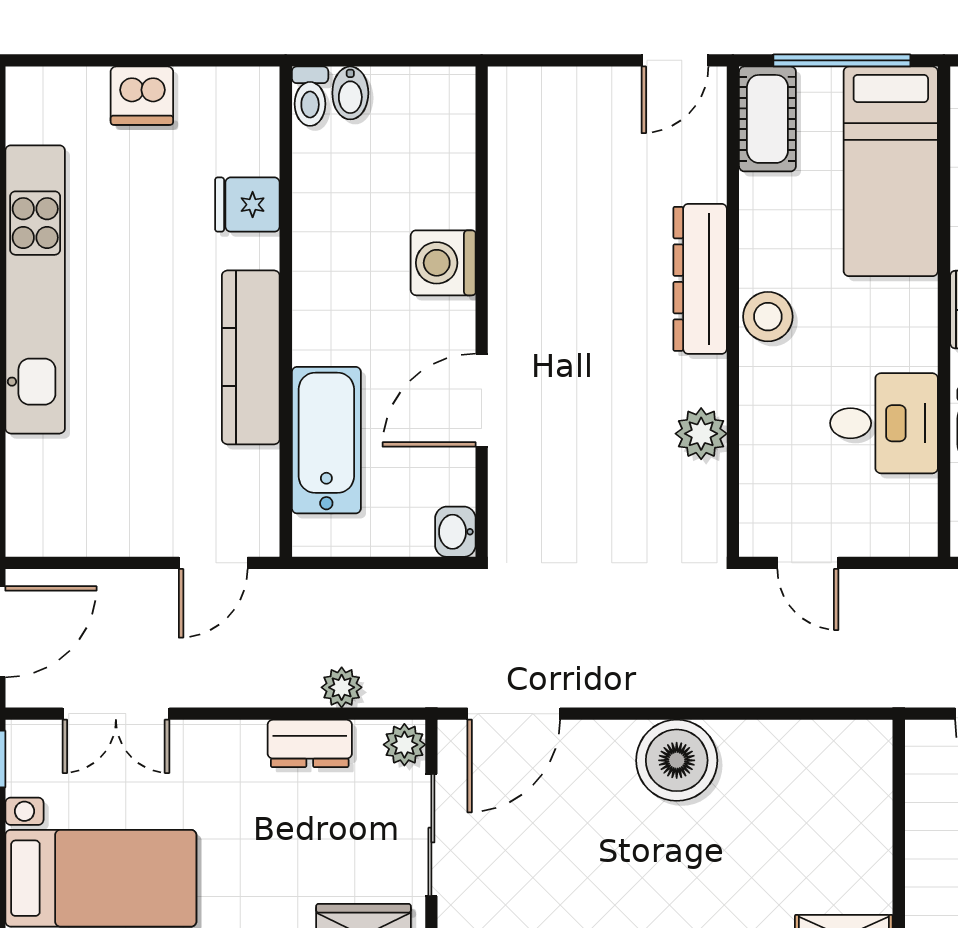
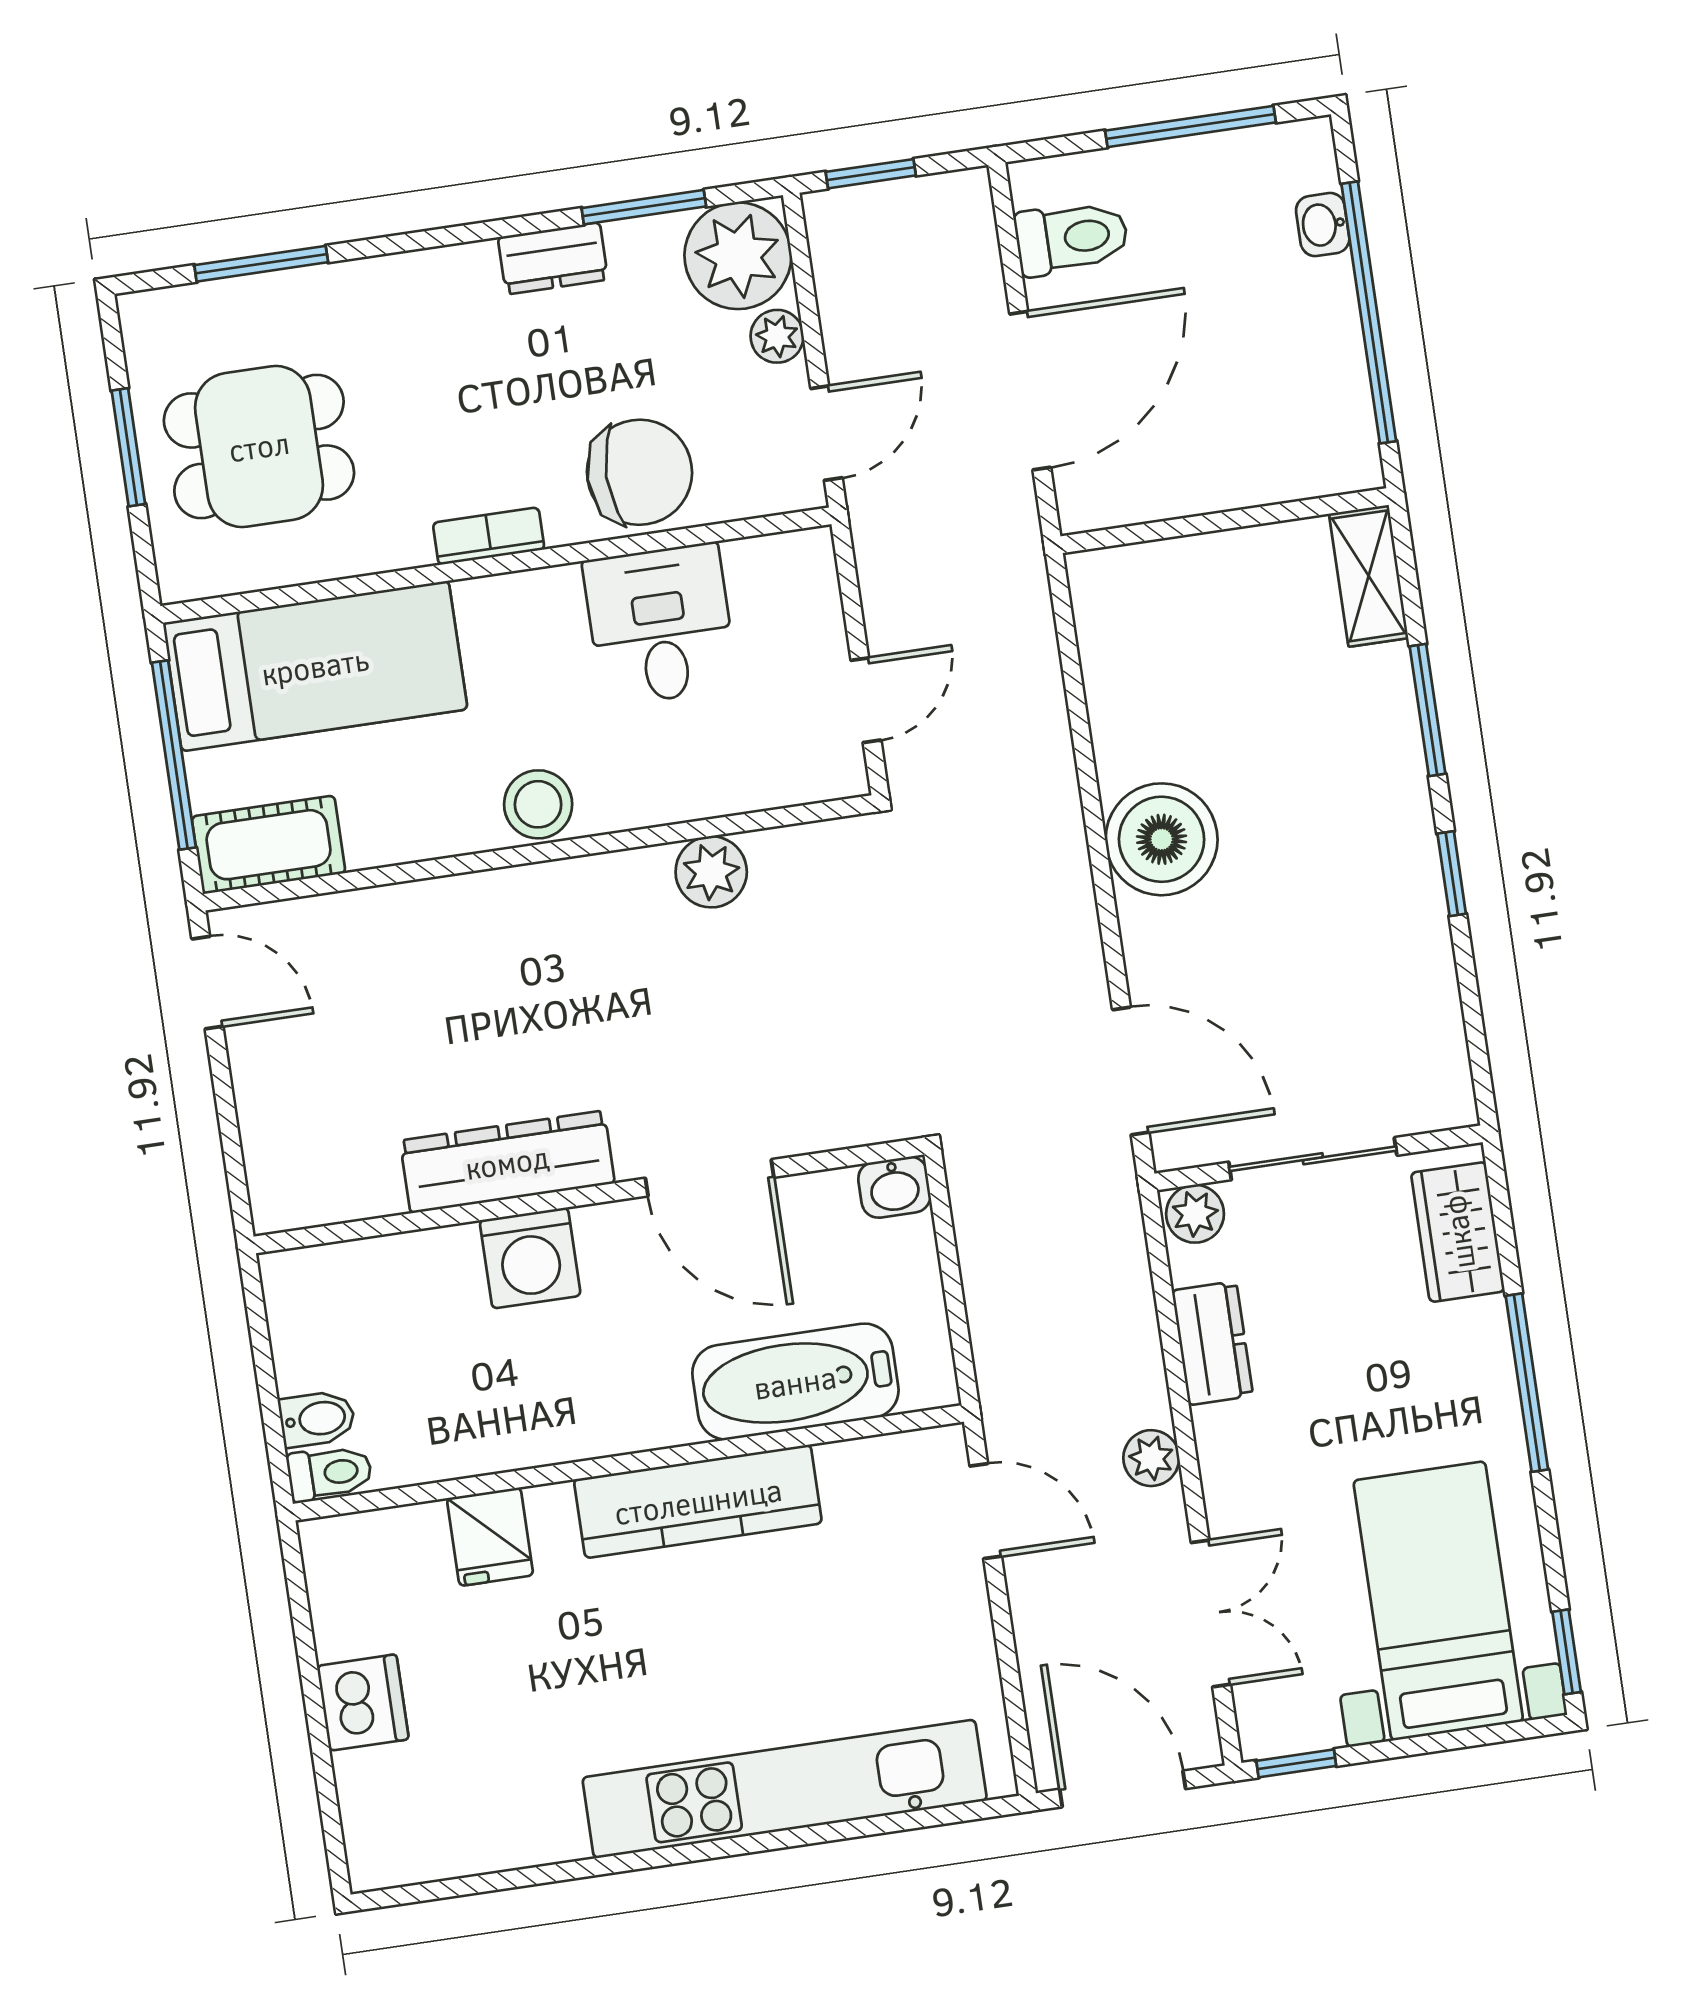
dresser: (700, 279) -> (507, 1162), moved, turned 180
kitchen unit: (35, 289) -> (785, 1789), moved
plant: (342, 687) -> (1151, 1458), moved

